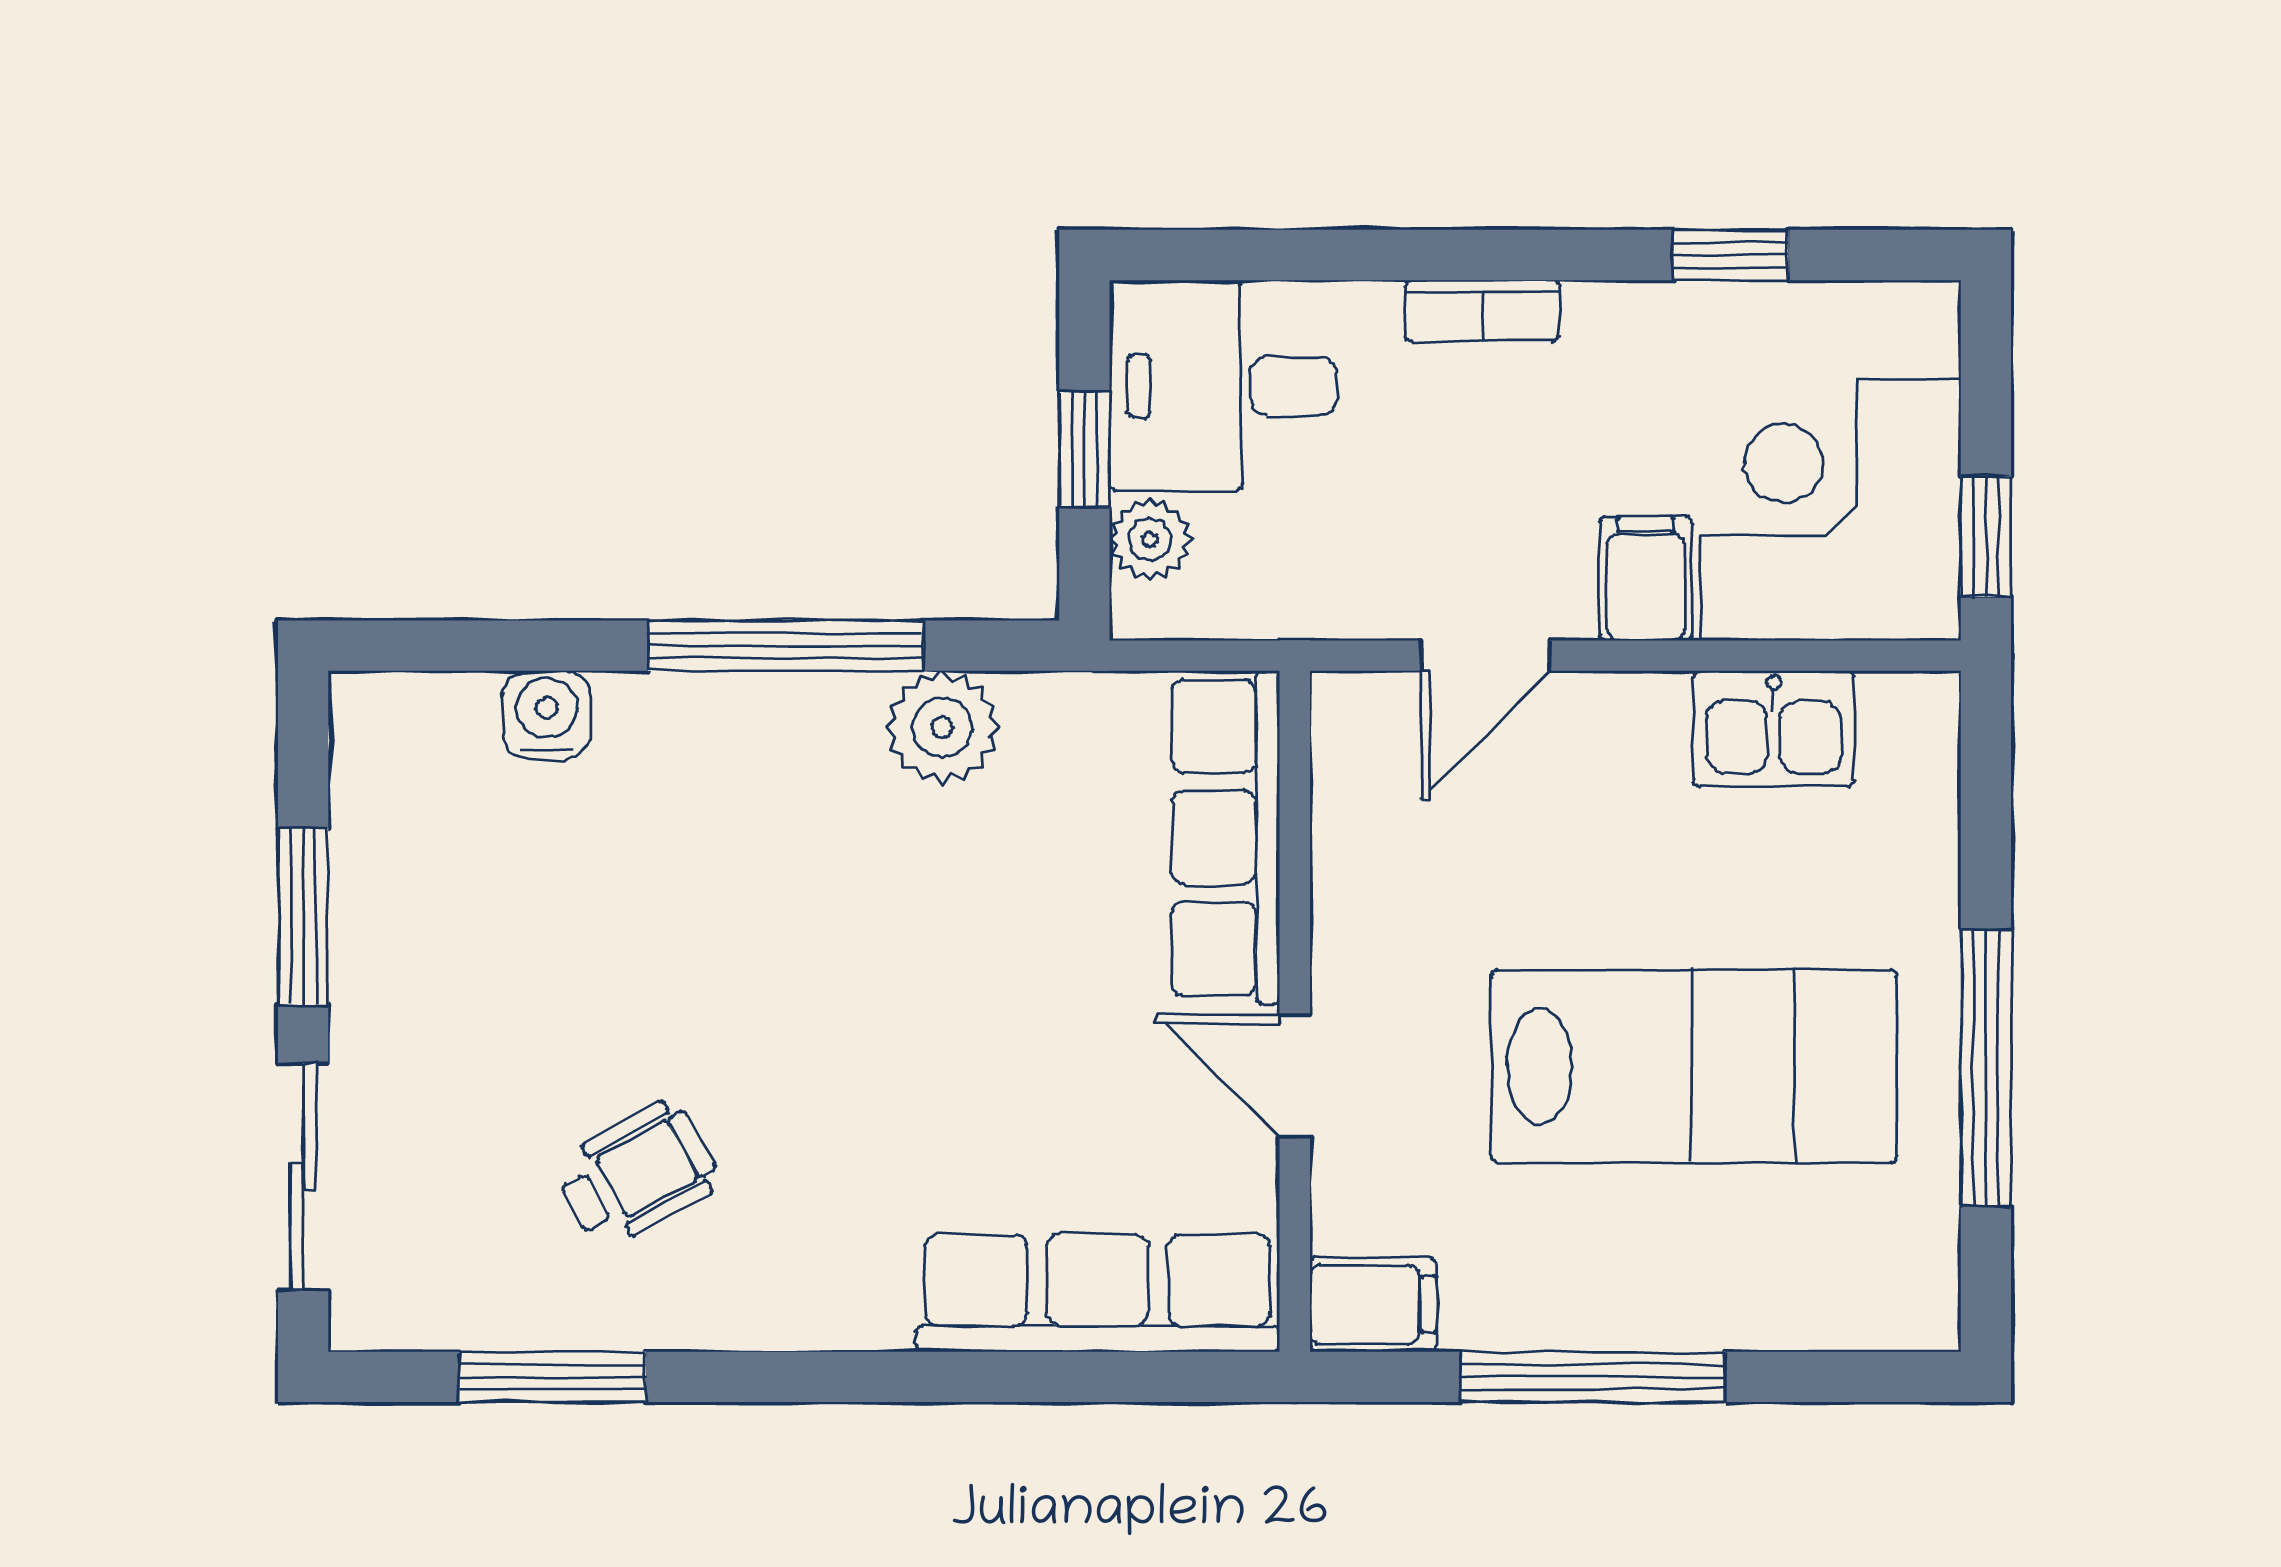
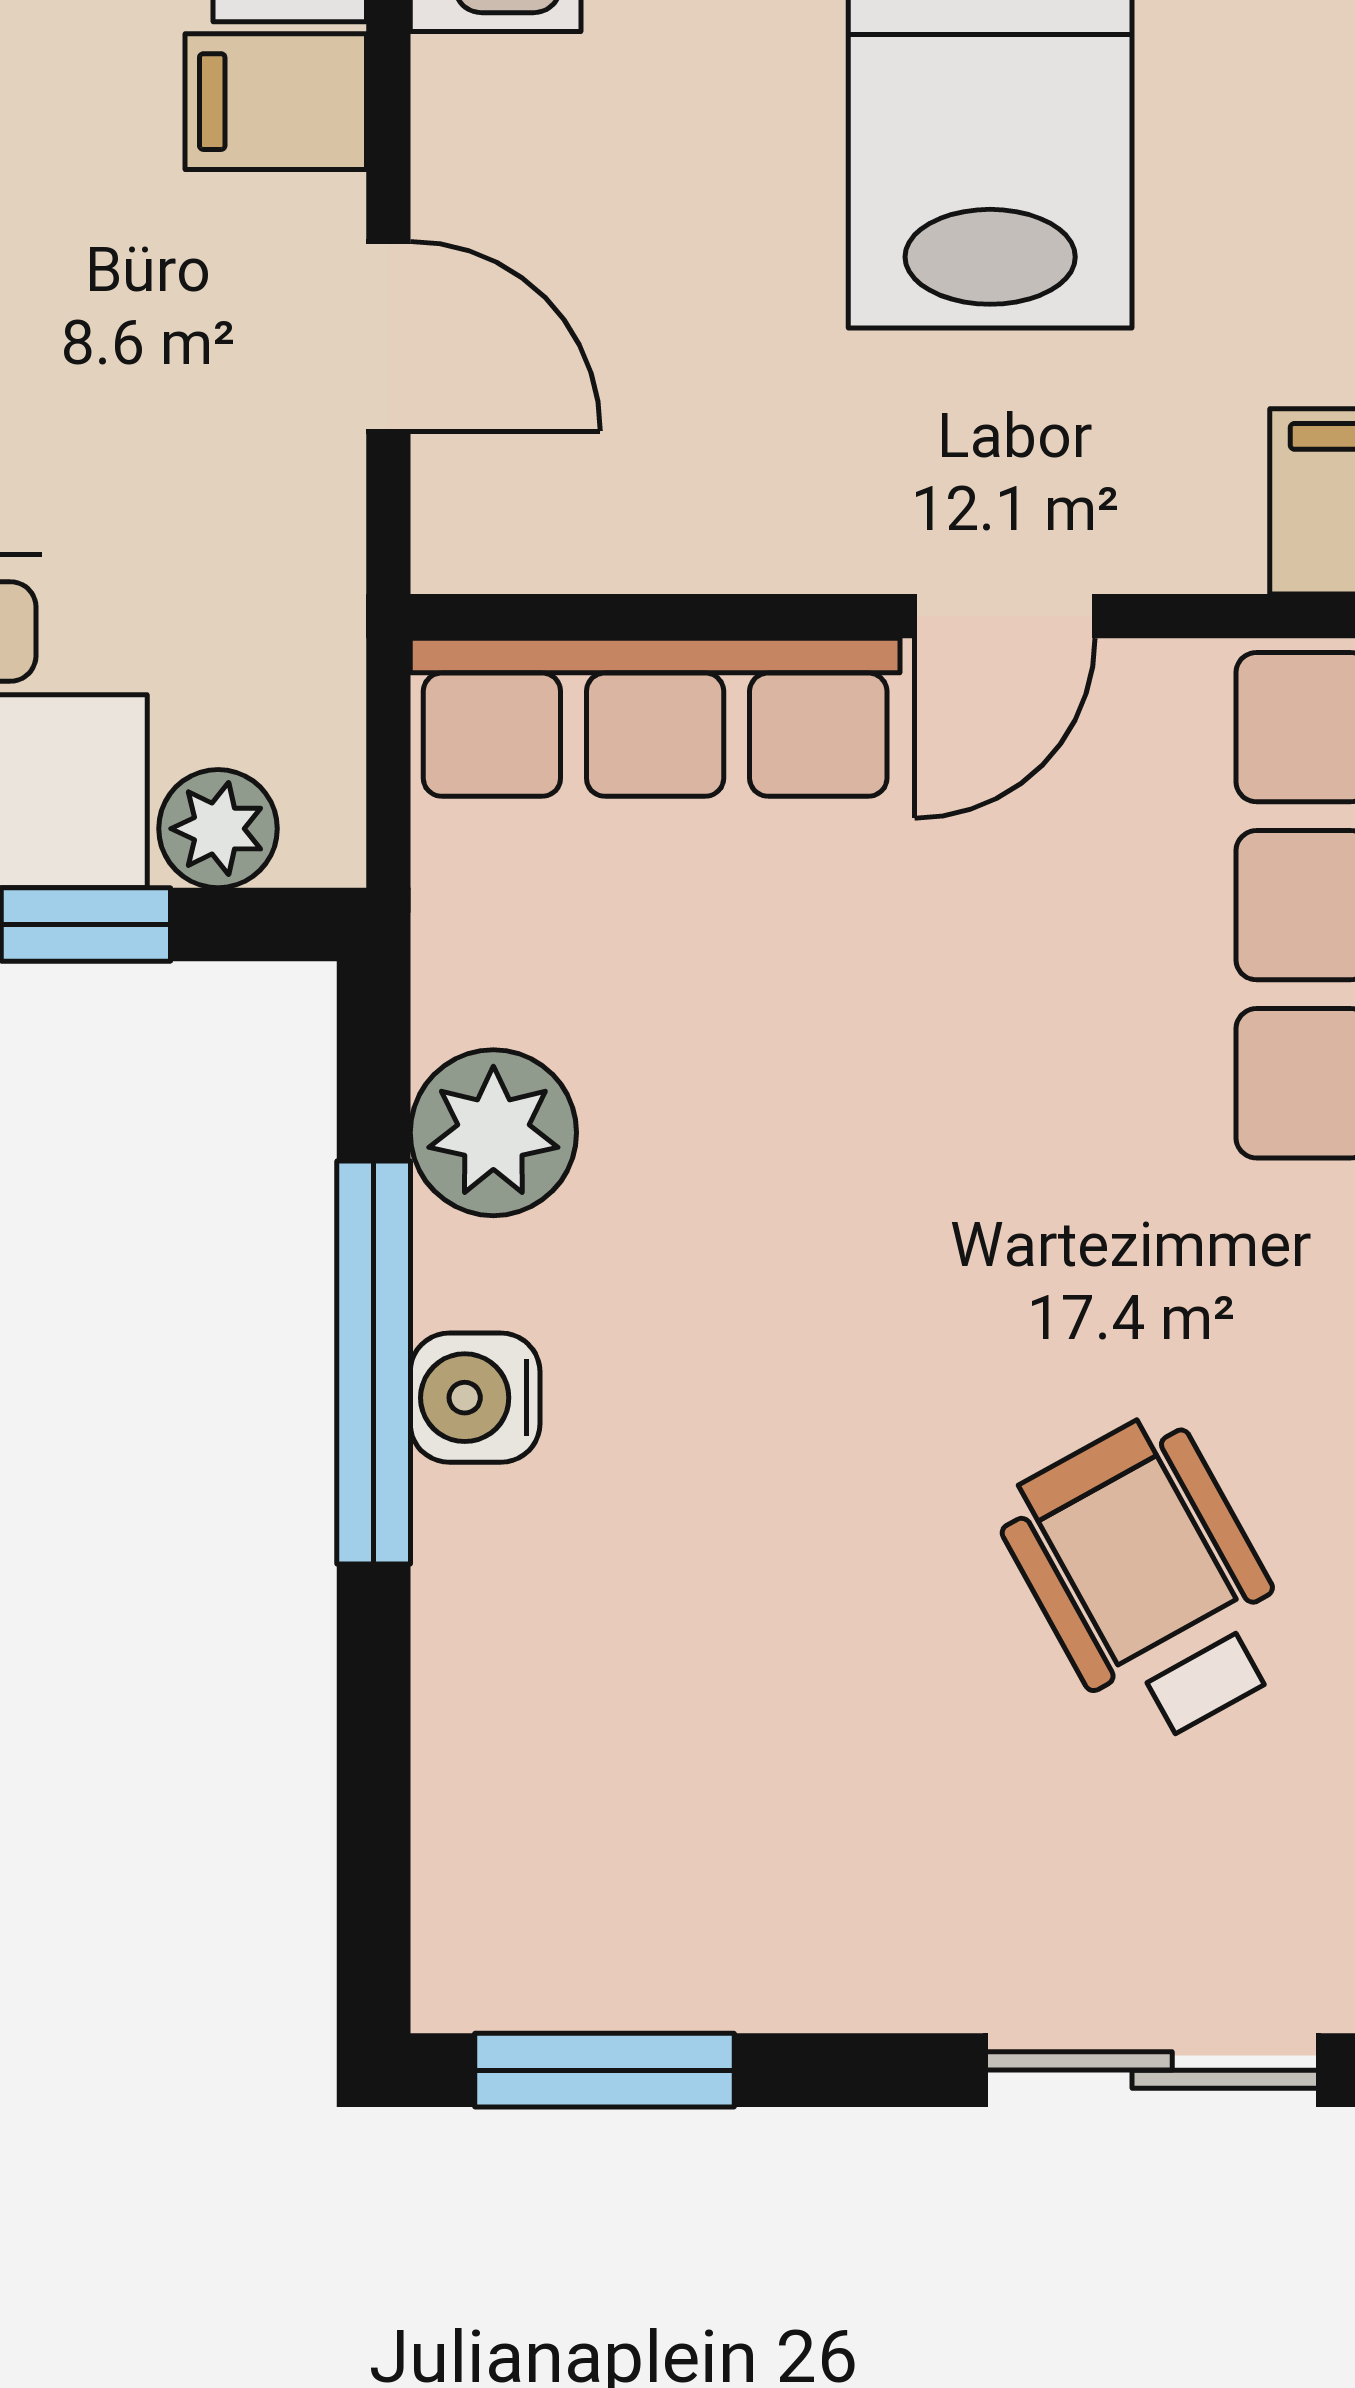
water cooler: (547, 715) -> (475, 1398), moved
window: (303, 917) -> (604, 2070), moved
wheelchair: (637, 1174) -> (1149, 1581), width x1.36, depth x1.37

